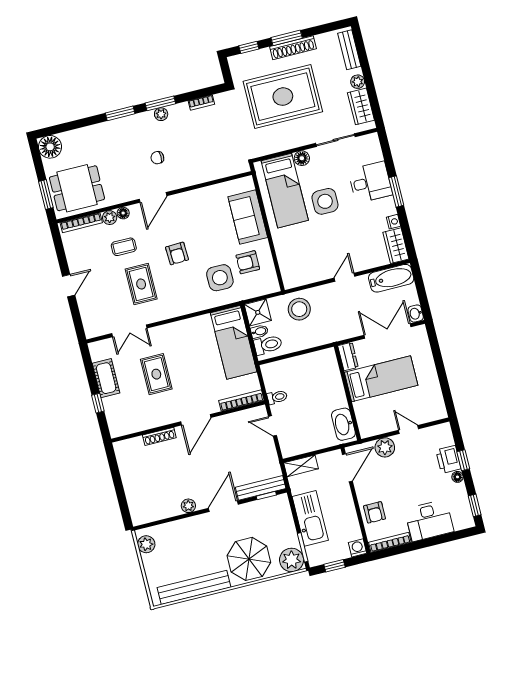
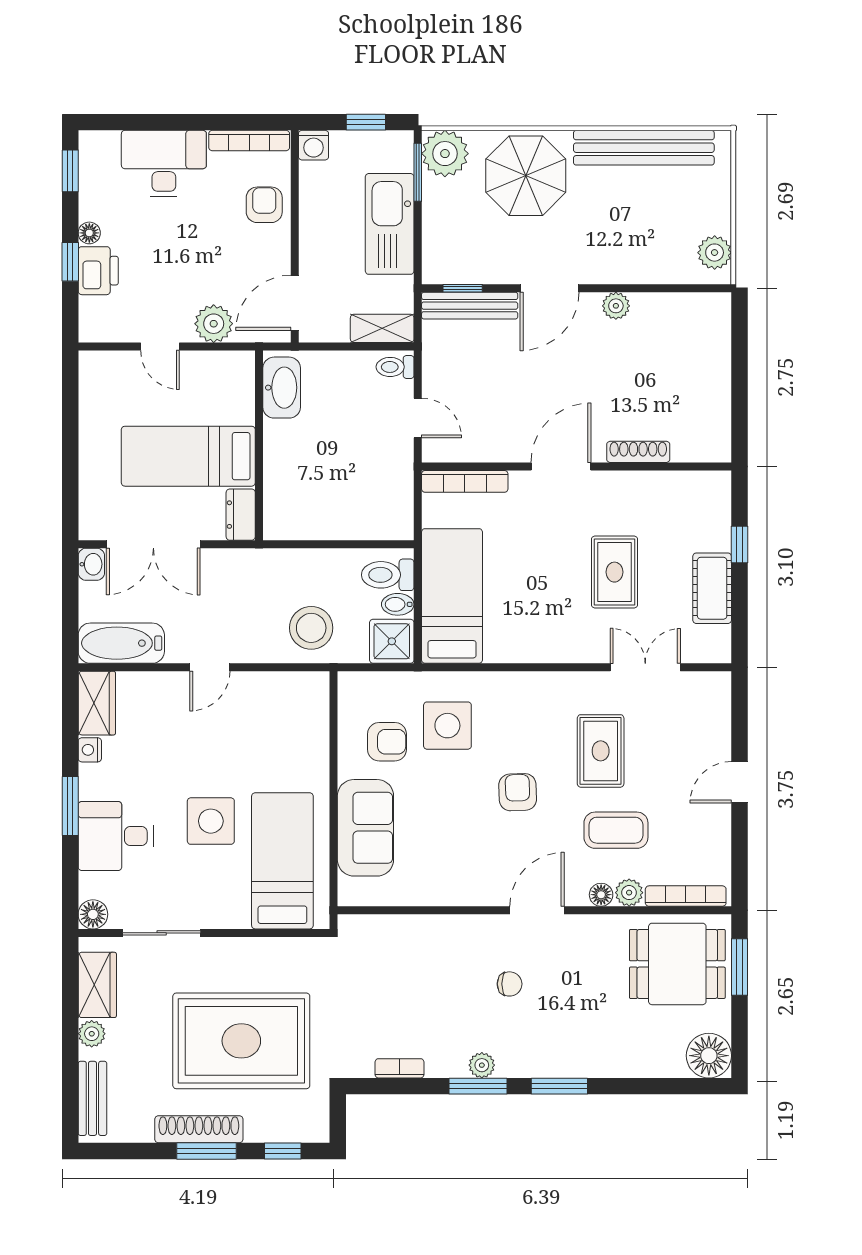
floor lamp: (302, 158) -> (93, 914), moved
coffee table: (124, 247) -> (616, 830), width x1.36, depth x1.30
toilet: (277, 397) -> (395, 367), moved

